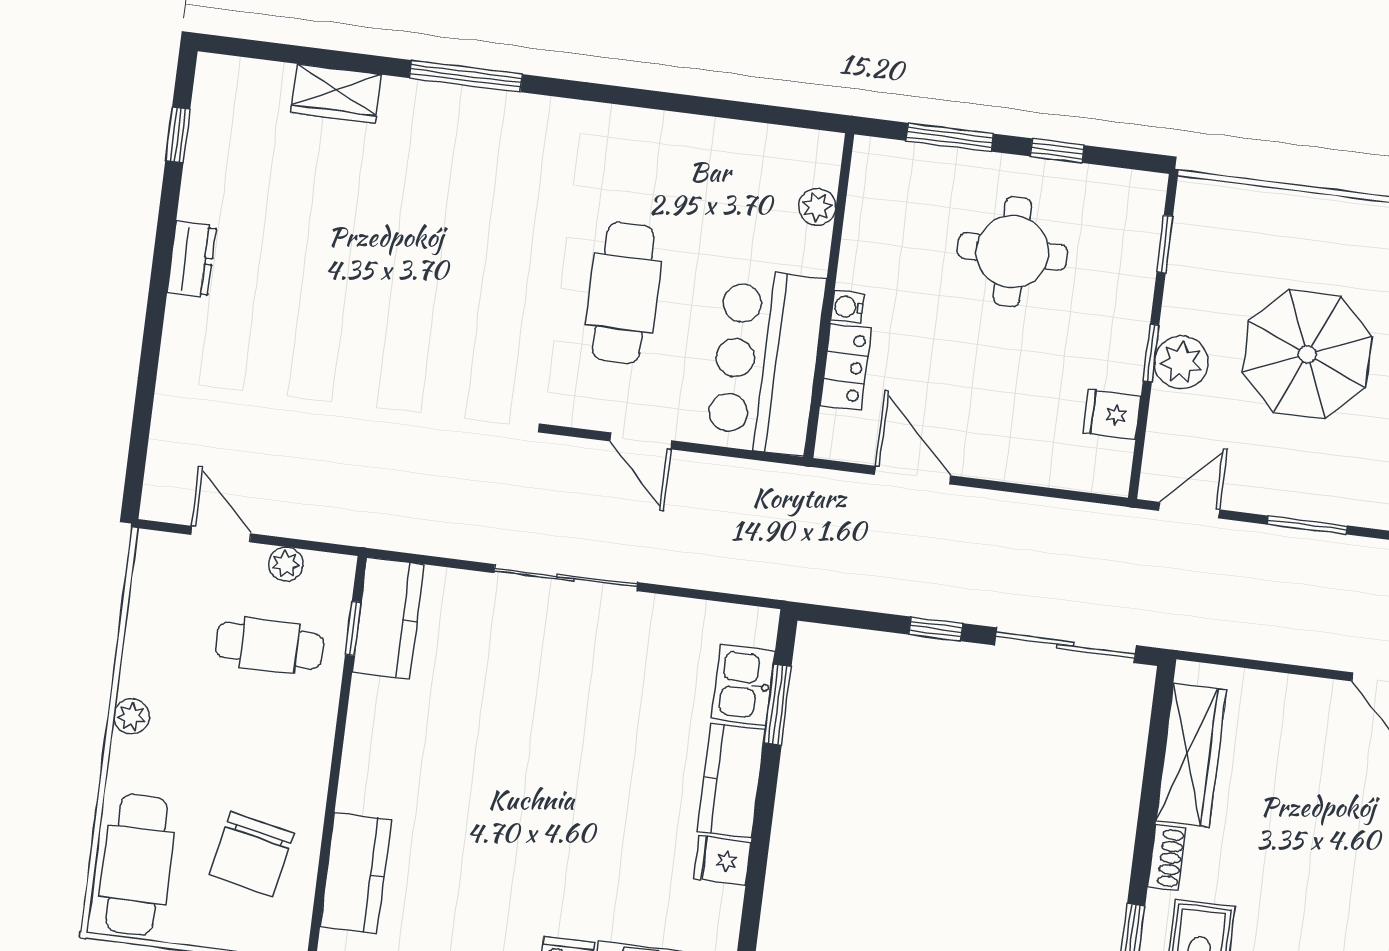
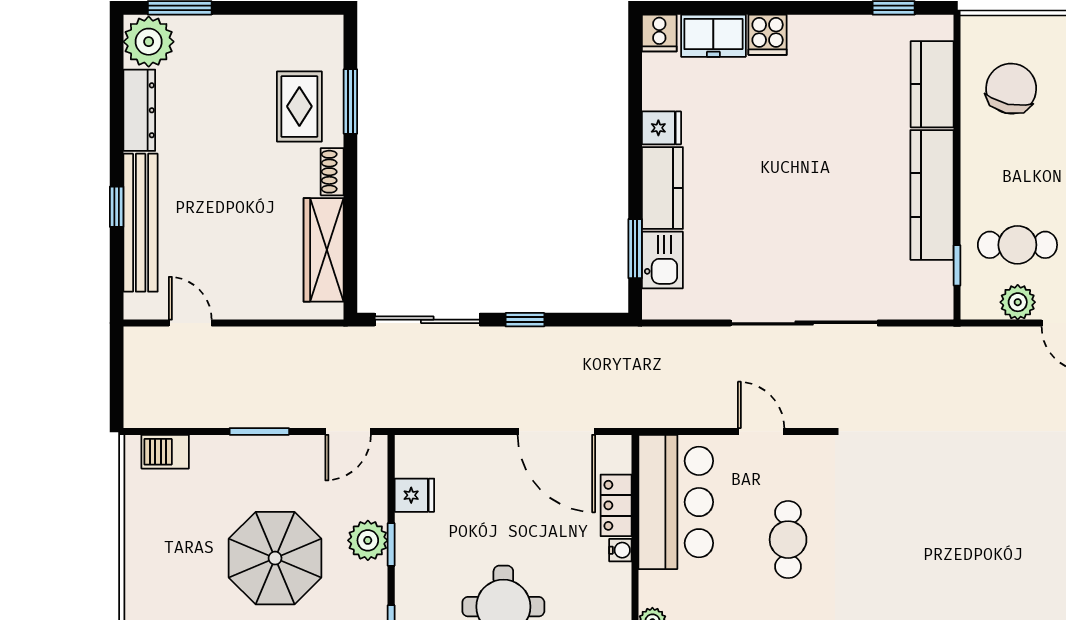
cafe table: (623, 293) -> (788, 540), width x0.73, depth x0.74
door: (913, 475) -> (556, 431), width x1.36
plant: (286, 564) -> (1018, 302), width x1.38, depth x1.38
sliding door: (566, 578) -> (804, 323), width x1.36
kitchen counter: (388, 618) -> (932, 195), moved, width x1.50

